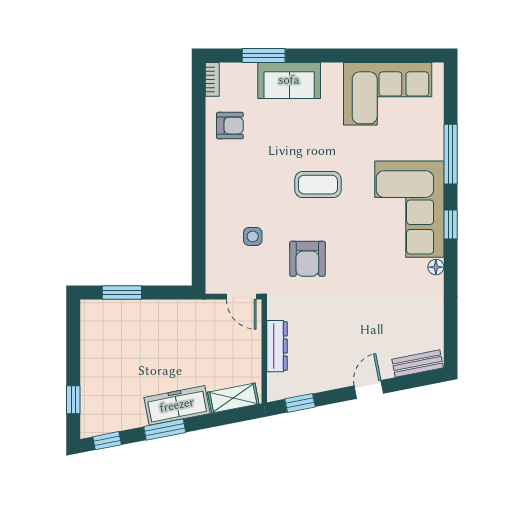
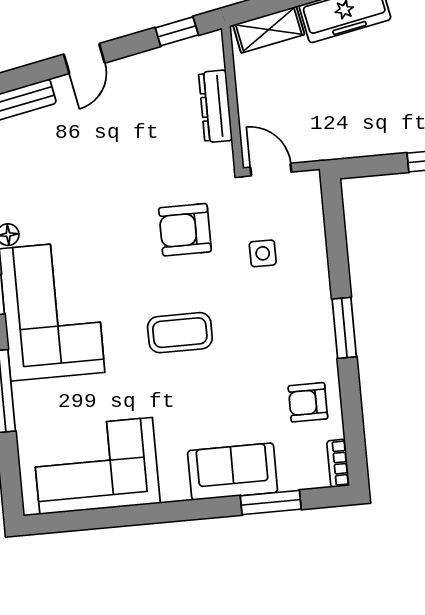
window: (199, 177) -> (344, 328), added
armchair: (307, 259) -> (185, 230), turned -90

